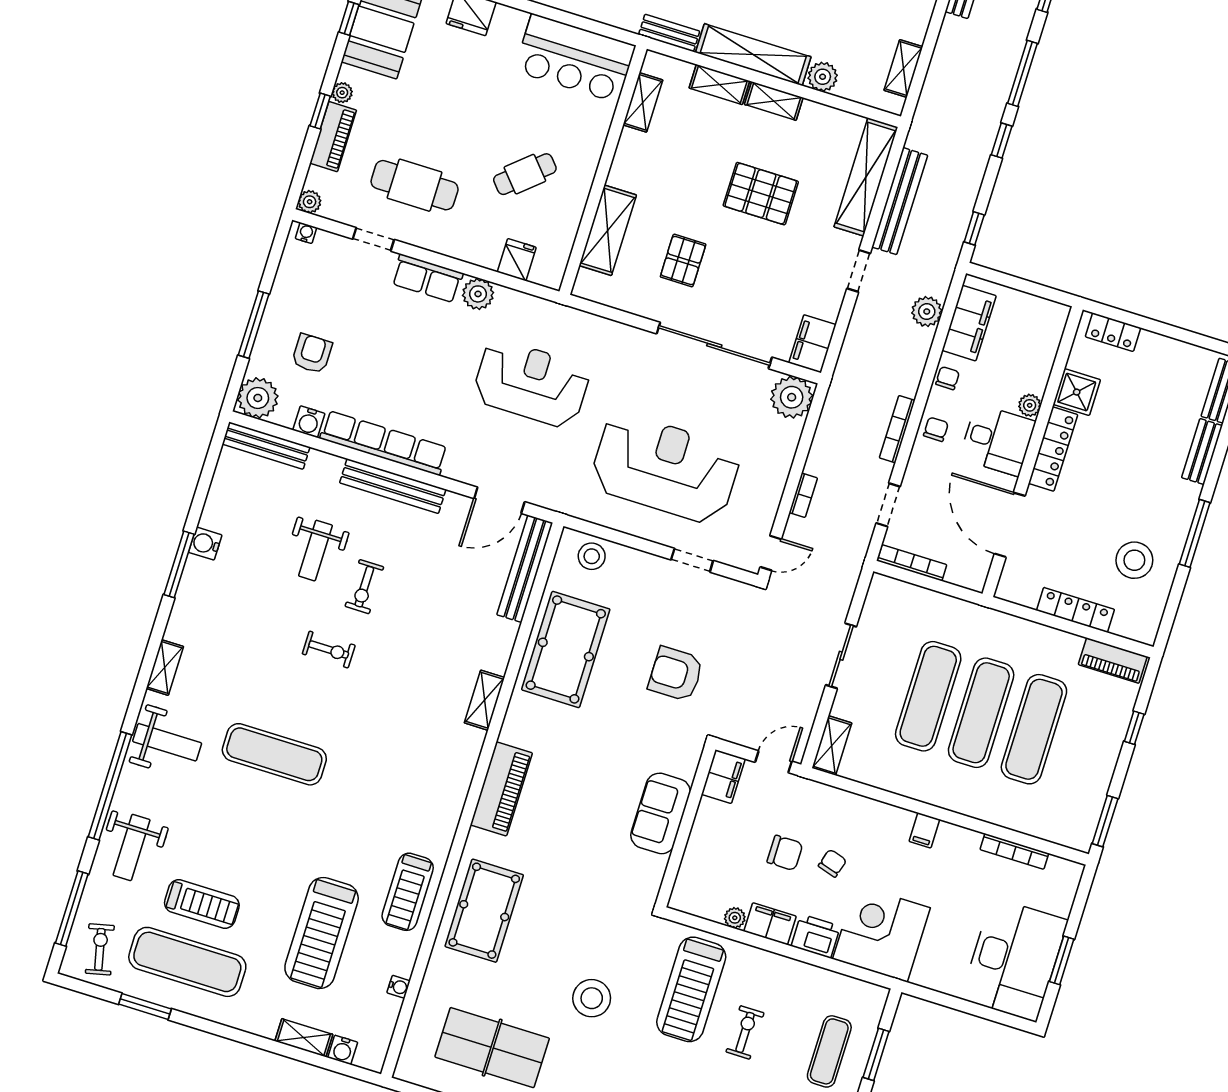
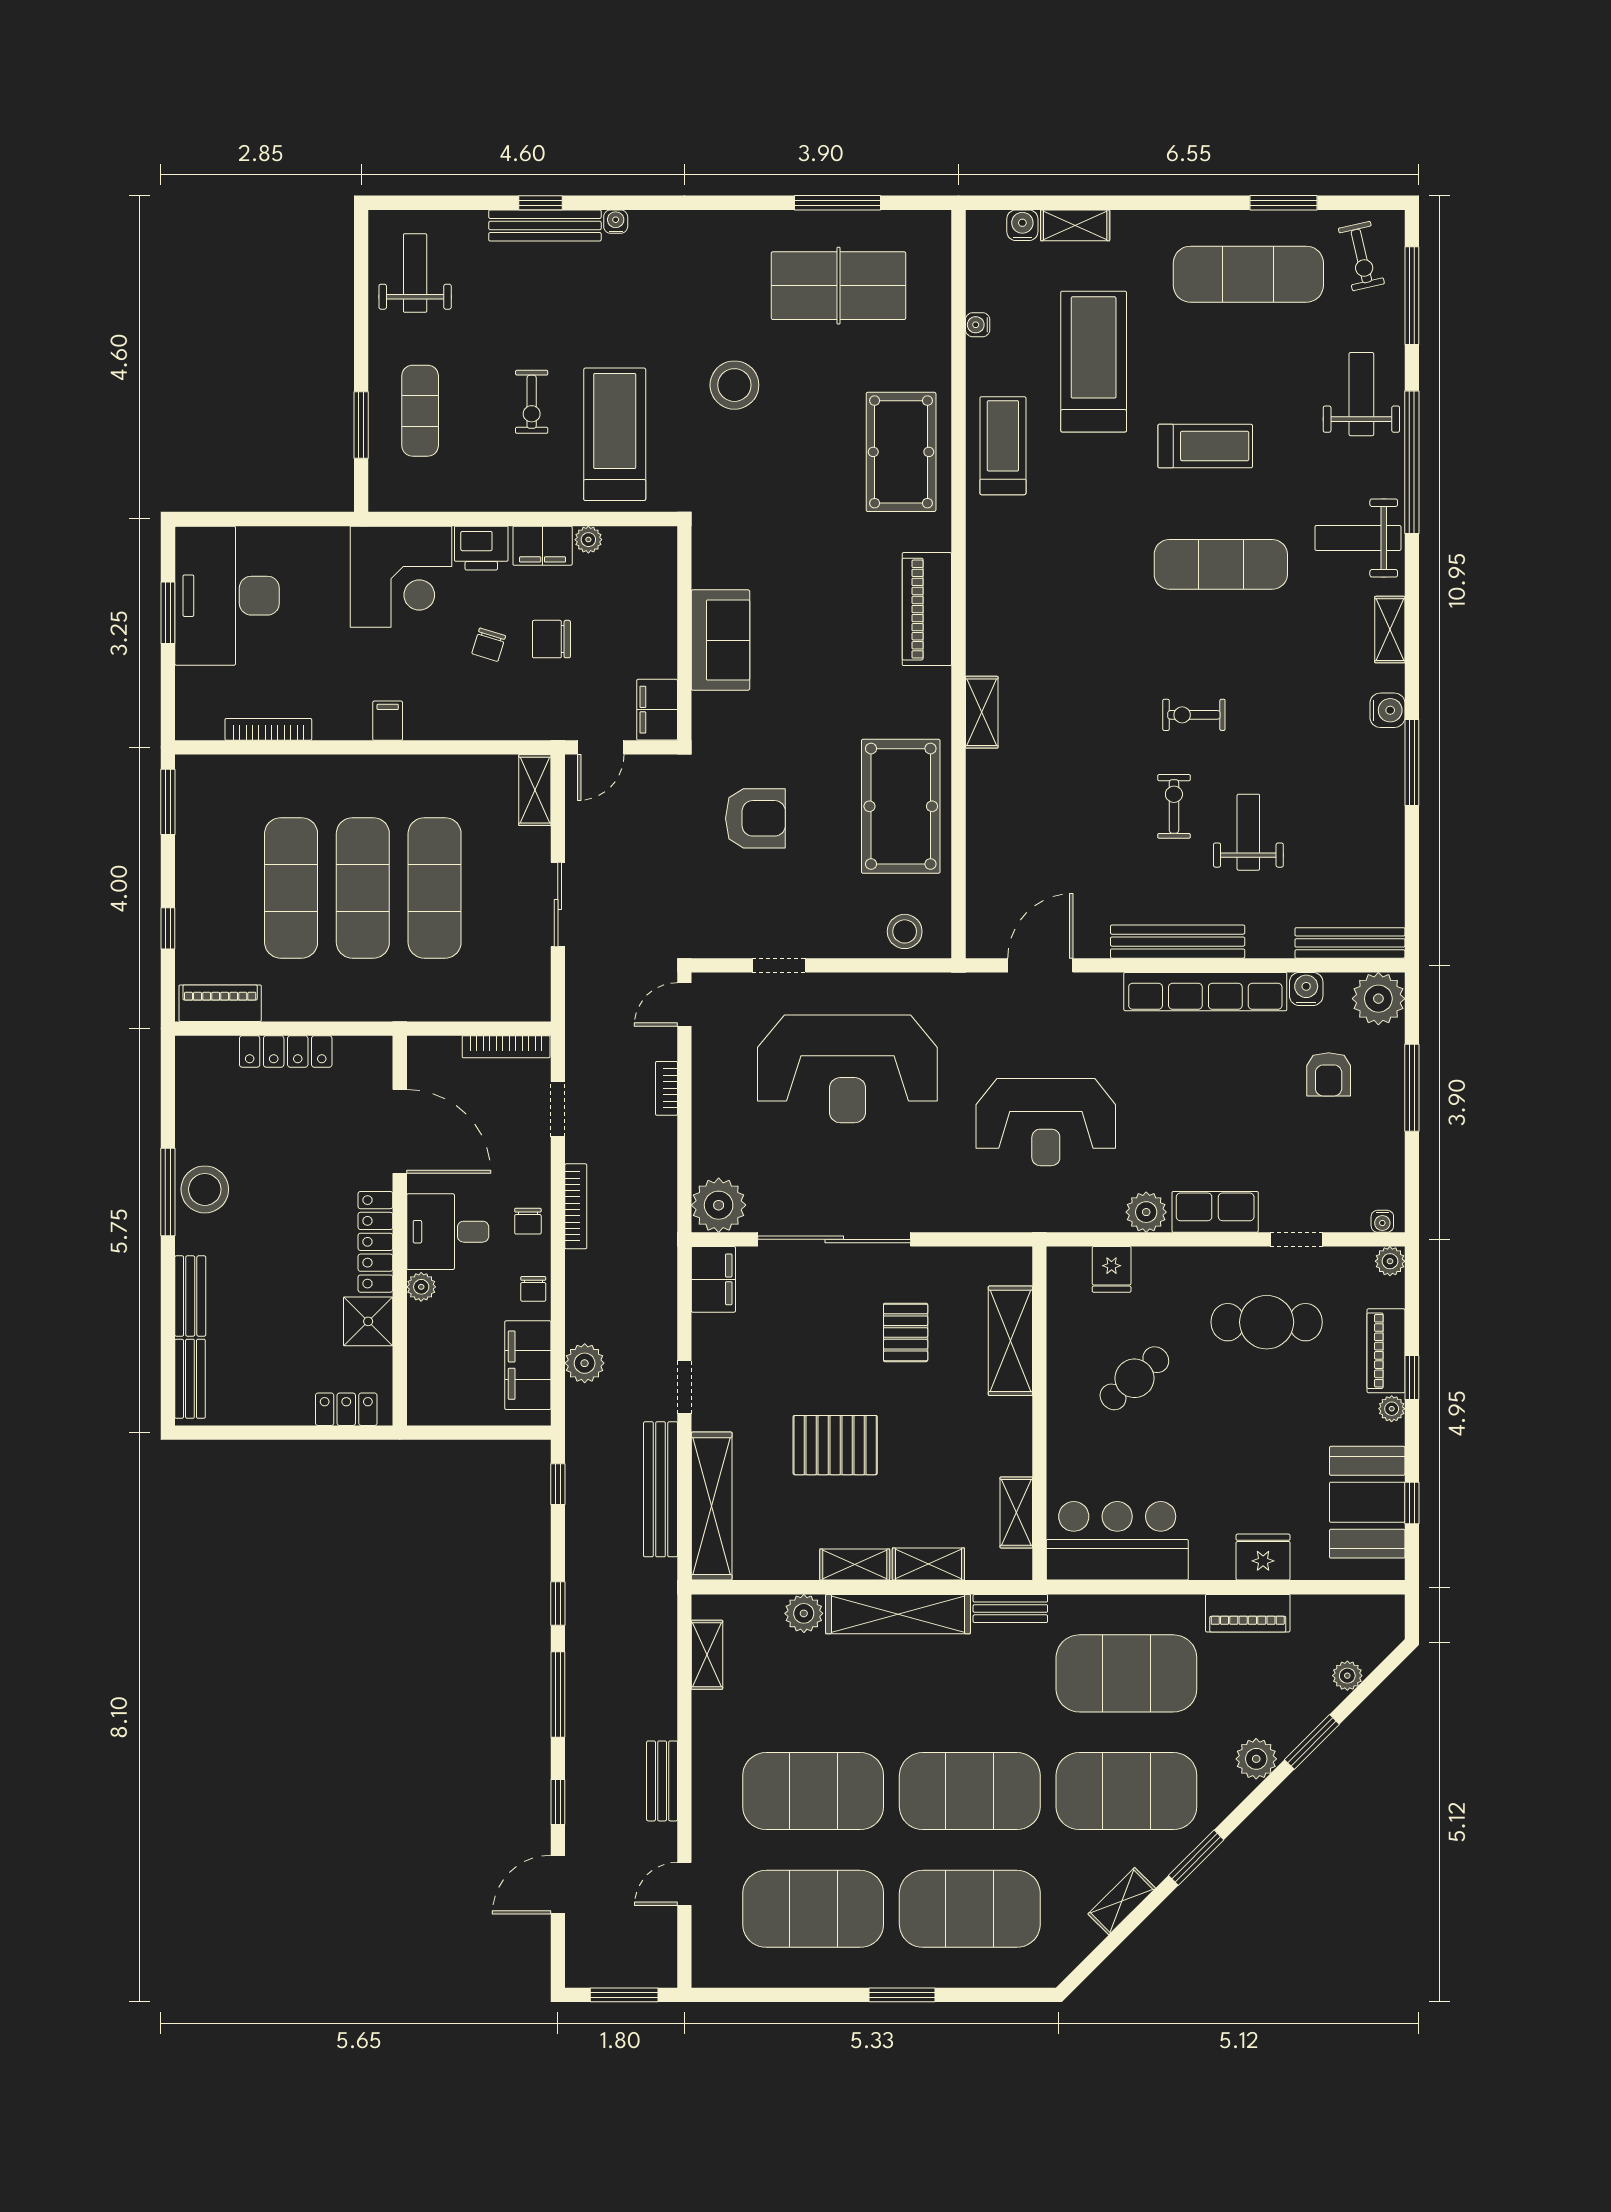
water cooler: (205, 544) -> (1387, 710), moved
stool: (1134, 560) -> (205, 1189), moved
bench: (525, 569) -> (982, 890), removed
treadmill: (202, 904) -> (1205, 446), moved, turned 180

